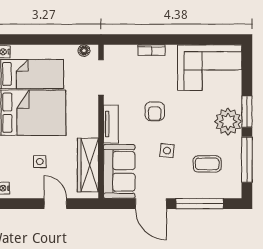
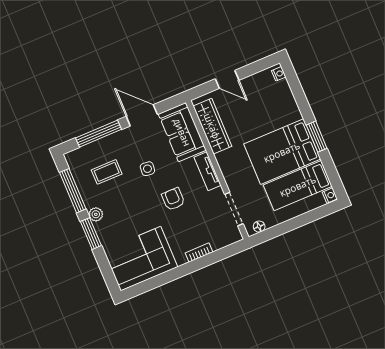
plant: (228, 122) -> (96, 214), width x0.53, depth x0.53
side table: (40, 162) -> (257, 111), removed

